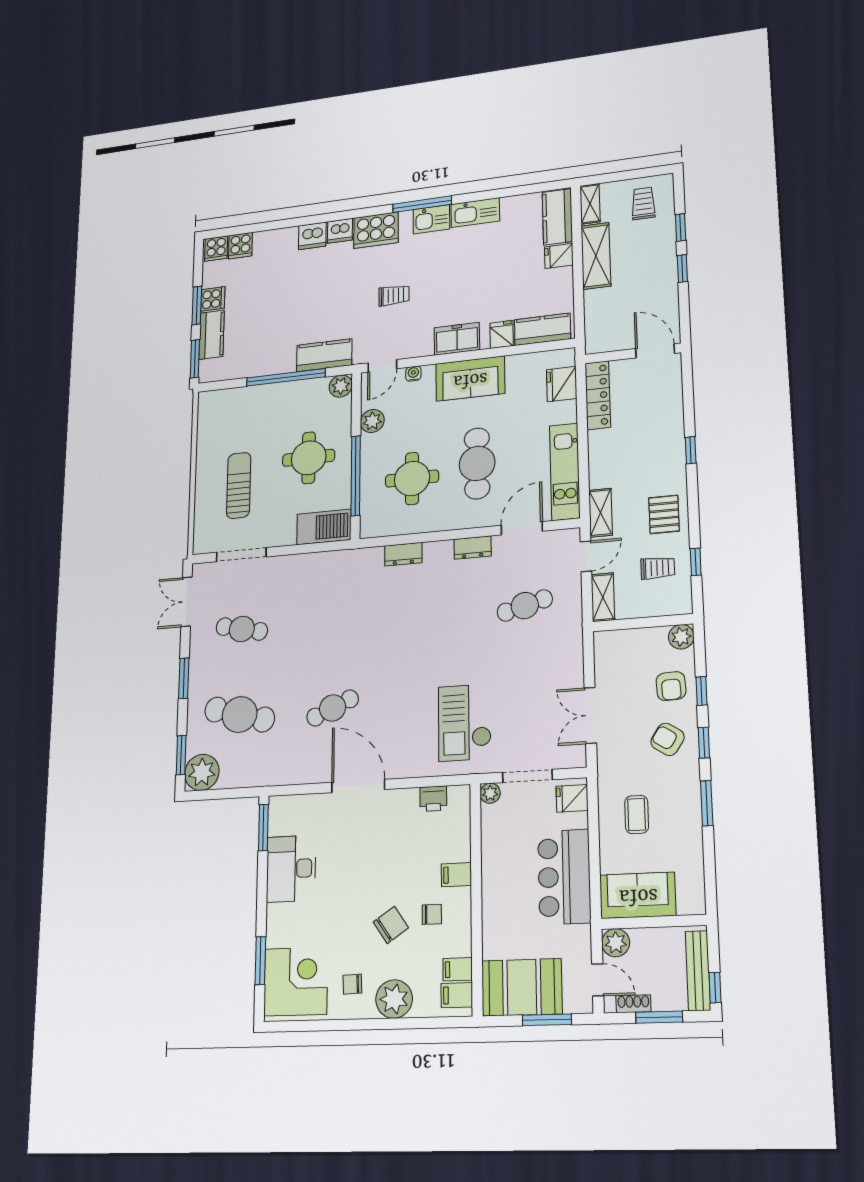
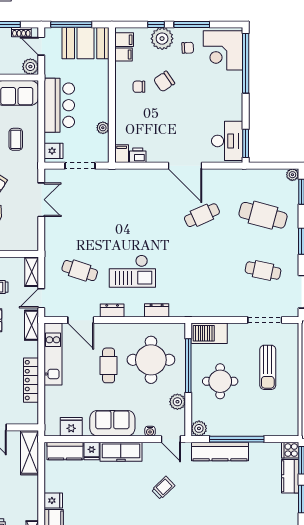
shelving: (596, 256) -> (29, 453), moved
trolley: (394, 295) -> (163, 488), turned 136
cooker: (213, 299) -> (290, 450), moved
freezer: (457, 339) -> (121, 452), width x1.40
kitchen counter: (324, 355) -> (220, 451), width x1.50
door: (382, 366) -> (171, 439), swing flipped
fridge: (562, 384) -> (71, 427), moved, turned -90
locker: (598, 395) -> (31, 380), moved
cafe table: (477, 463) -> (109, 365), width x0.73, depth x0.74
round table: (412, 479) -> (151, 360), width x1.36, depth x1.36
door: (522, 528) -> (81, 320), hinge flipped
cafe table: (525, 606) -> (80, 271), turned 33
checkout: (465, 723) -> (132, 271), moved, turned 90
plant: (202, 772) -> (292, 175), width x0.53, depth x0.53
plant: (490, 793) -> (103, 128), moved
desk: (291, 869) -> (227, 141), moved
filing cabinet: (456, 875) -> (122, 154), moved, turned -90
window: (260, 961) -> (246, 63), width x2.11
window: (547, 1020) -> (71, 25), width x1.44
window: (404, 1023) -> (156, 25), added
window: (345, 1025) -> (192, 25), added

